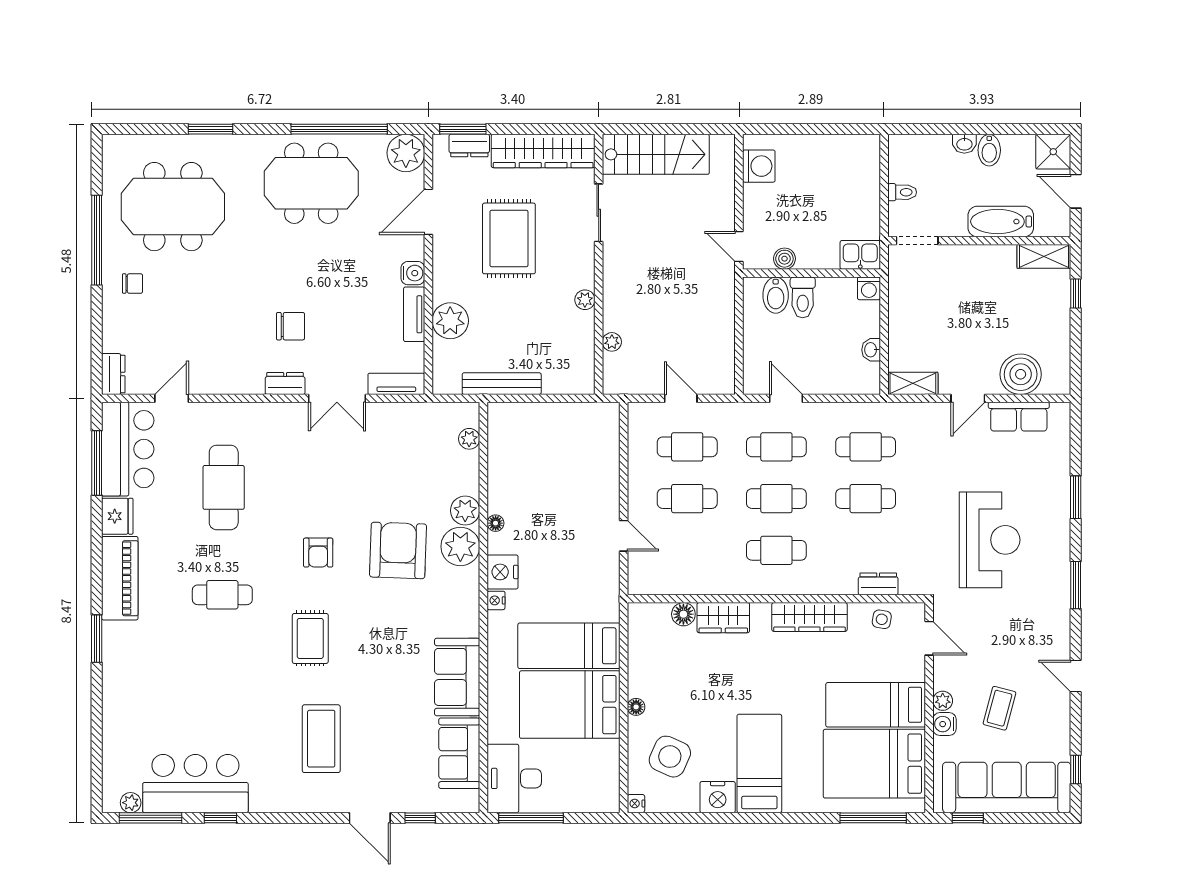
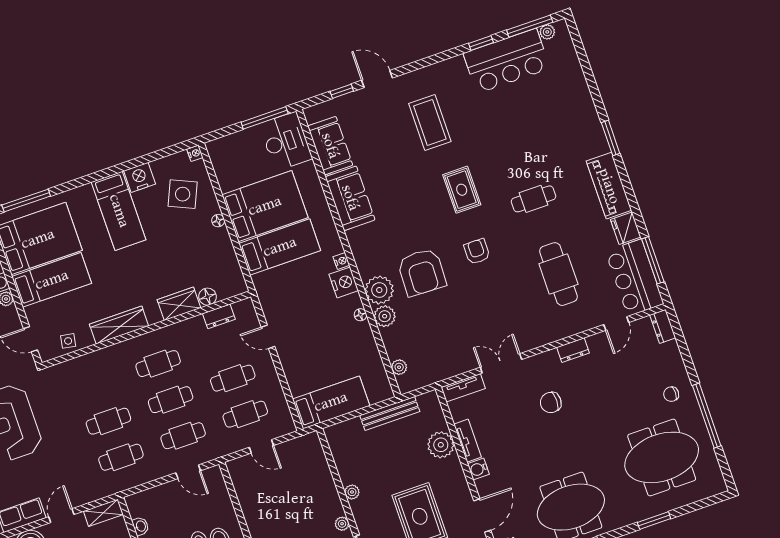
plant: (612, 342) -> (342, 524), moved
dresser: (285, 384) -> (573, 350), moved
bed: (572, 424) -> (331, 402), added
dresser: (878, 584) -> (219, 316), moved

